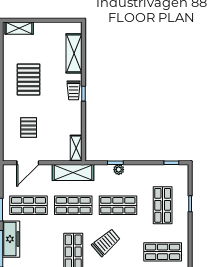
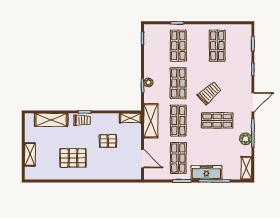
shelving: (19, 28) -> (30, 155), moved
pallet: (29, 128) -> (108, 141), moved
shop shelf: (163, 205) -> (178, 46), turned 90
trolley: (106, 243) -> (209, 93), turned 89

